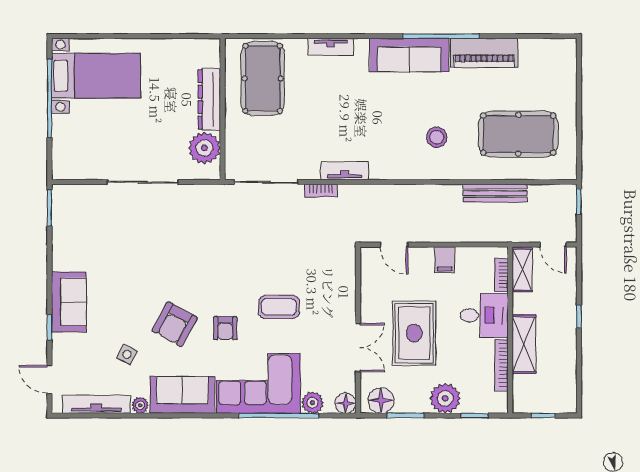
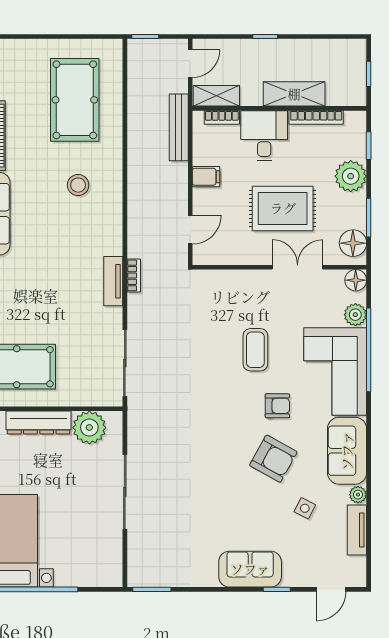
bookcase: (321, 191) -> (134, 275), moved
bench: (495, 193) -> (179, 127), moved
tv unit: (96, 404) -> (357, 530), width x0.71

